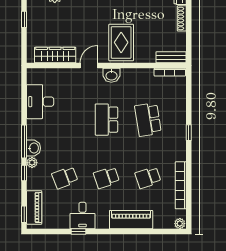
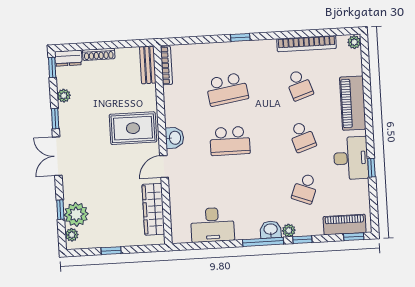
door: (89, 66) -> (164, 167), hinge flipped
school desk: (65, 178) -> (305, 188), turned 42
desk: (82, 216) -> (351, 158), width x1.37

